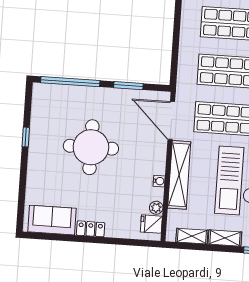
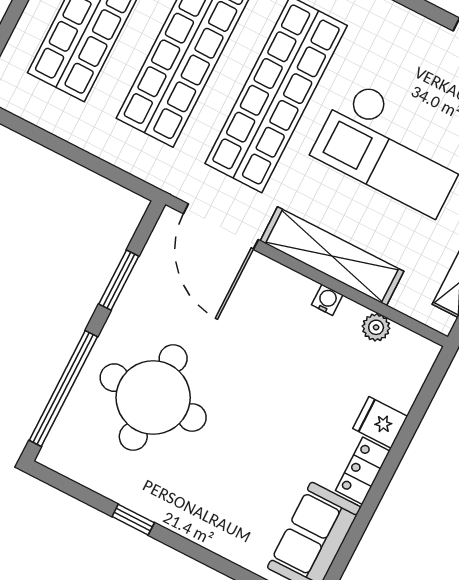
door: (171, 120) -> (221, 227), hinge flipped
round table: (91, 147) -> (153, 398), moved
fridge: (151, 224) -> (380, 422), moved, turned 90

